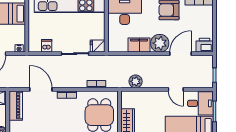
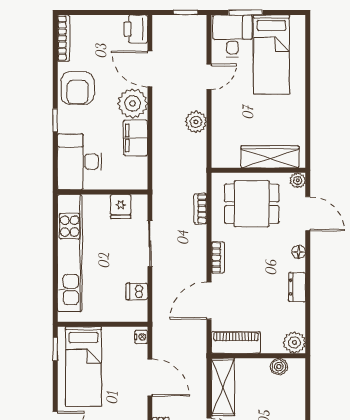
fridge: (98, 46) -> (121, 207), moved
plant: (136, 81) -> (196, 122), moved

